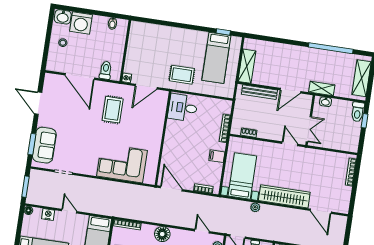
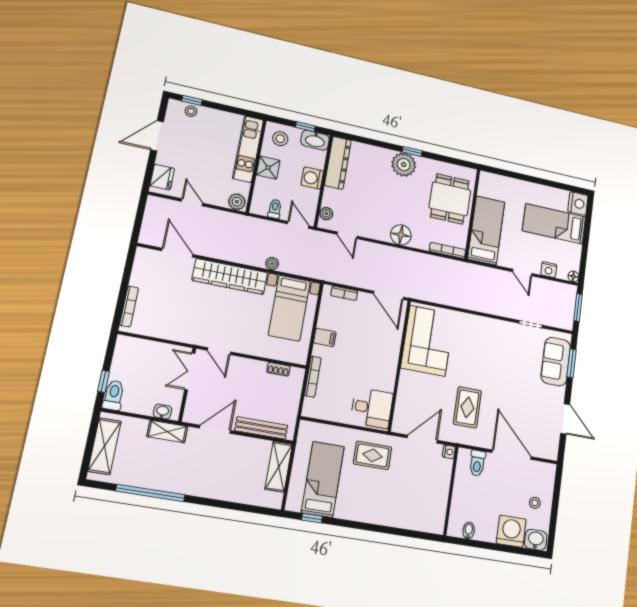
corner sofa: (122, 163) -> (427, 341), moved, turned -90

